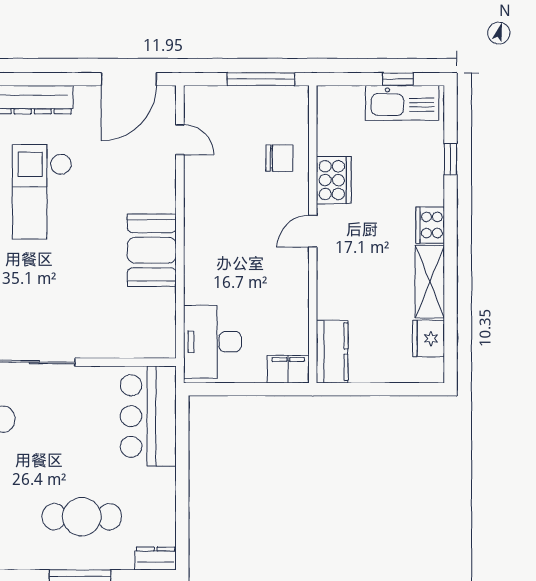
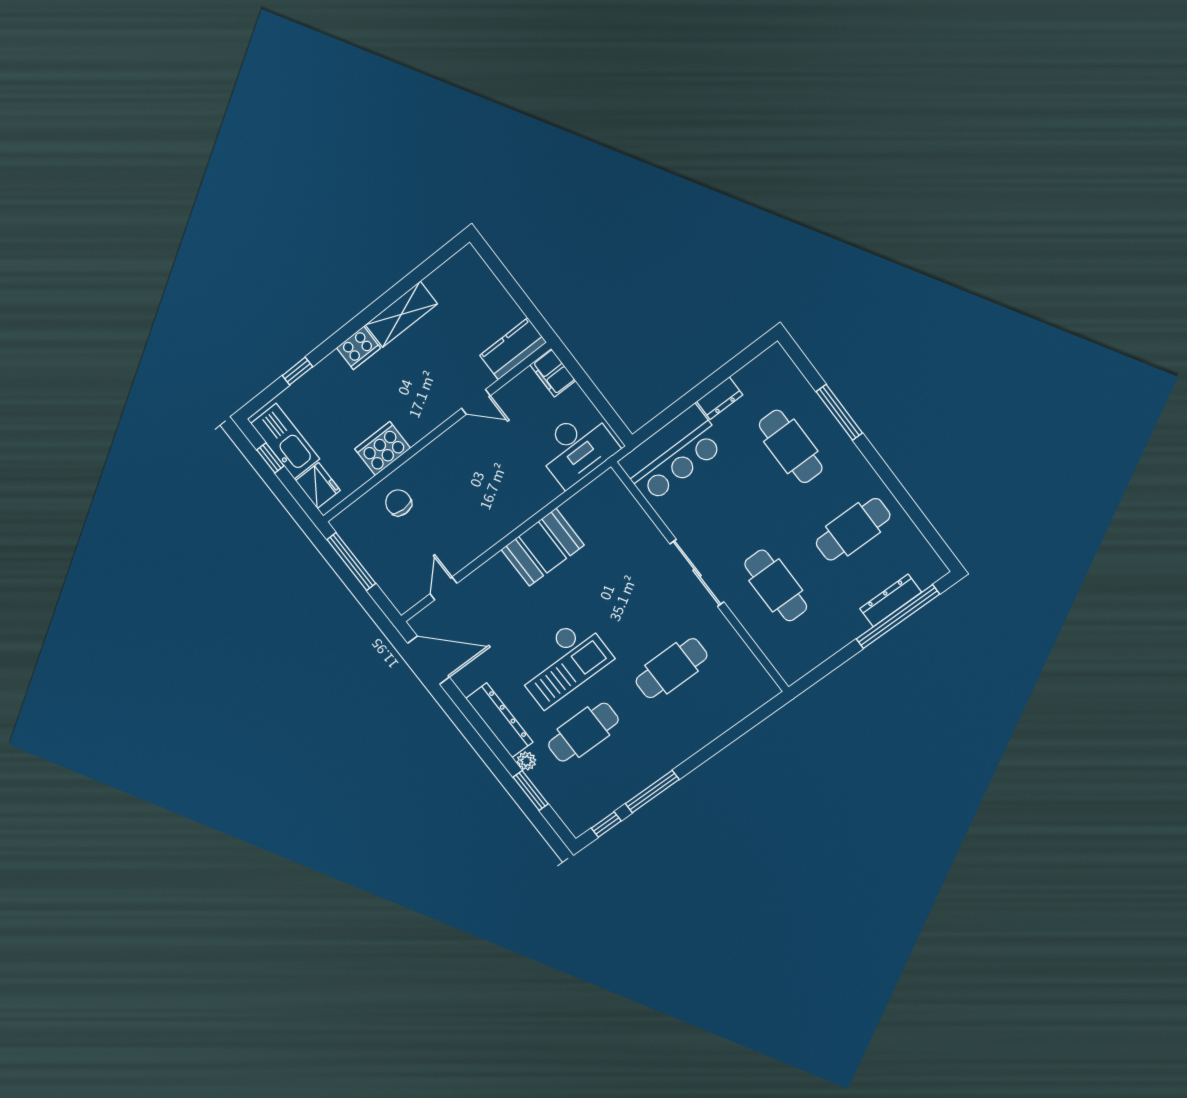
door: (313, 231) -> (476, 402), moved
fridge: (429, 338) -> (318, 486), moved, turned -90
dresser: (156, 558) -> (720, 398), moved, turned -90

